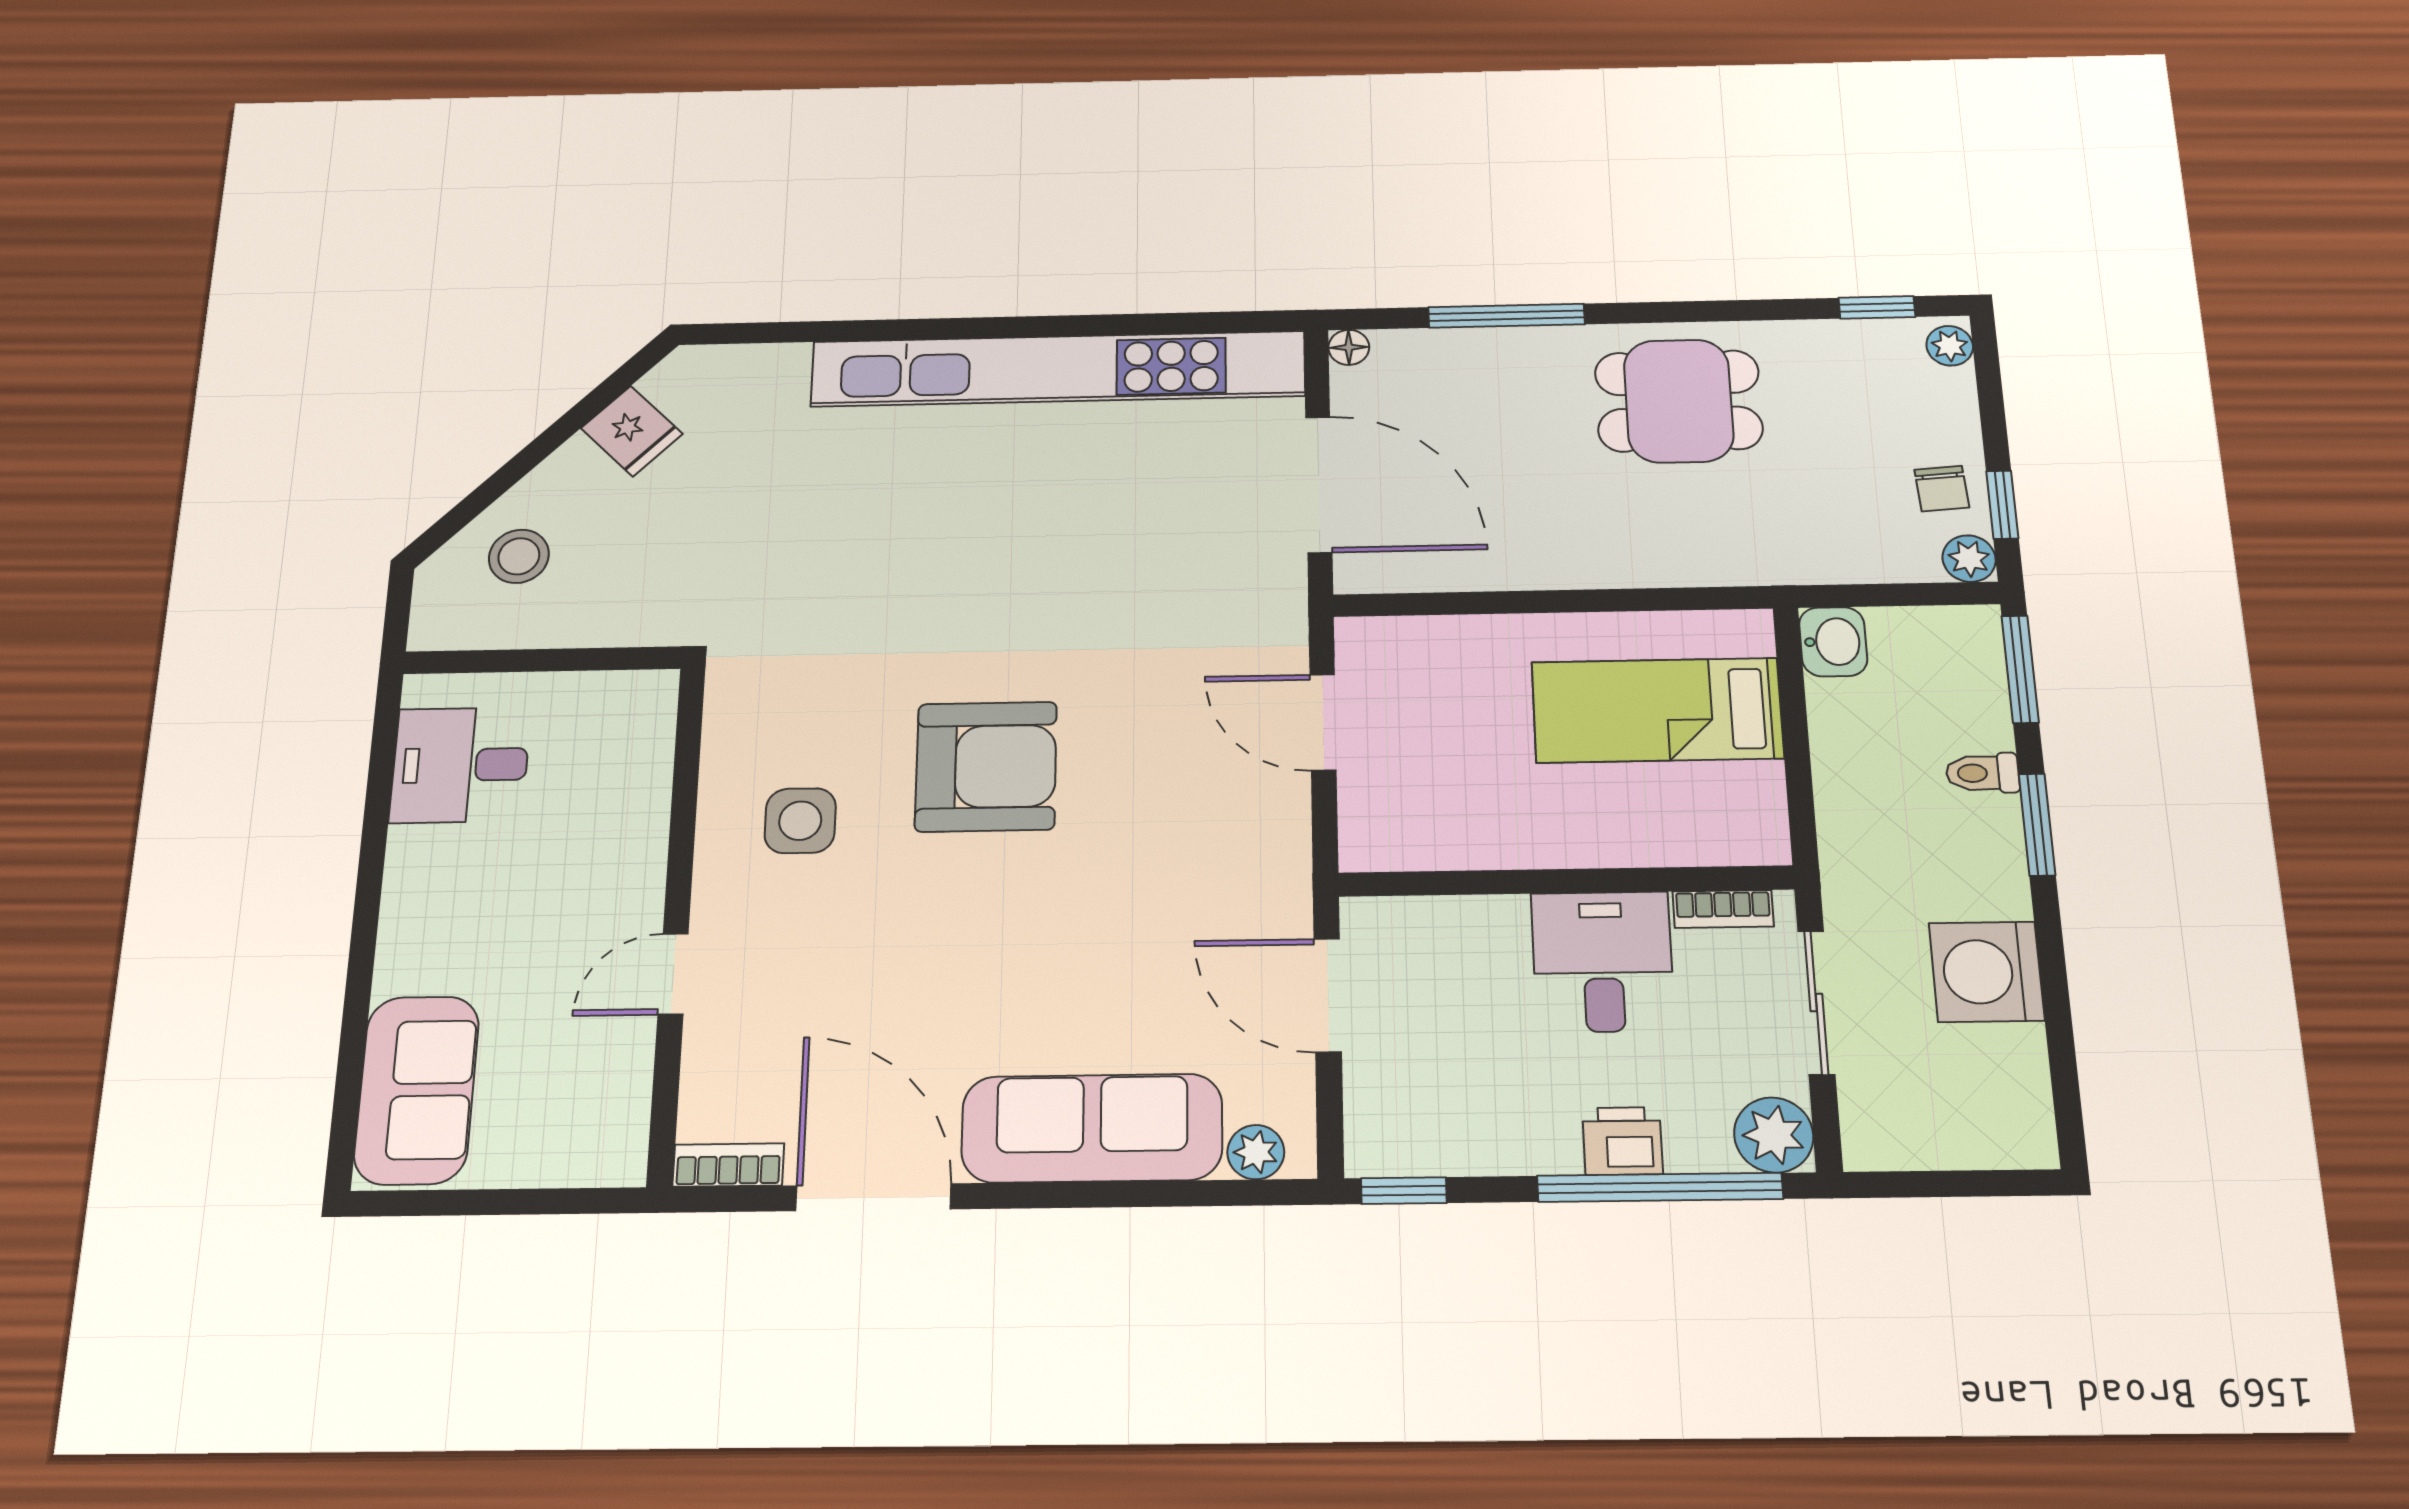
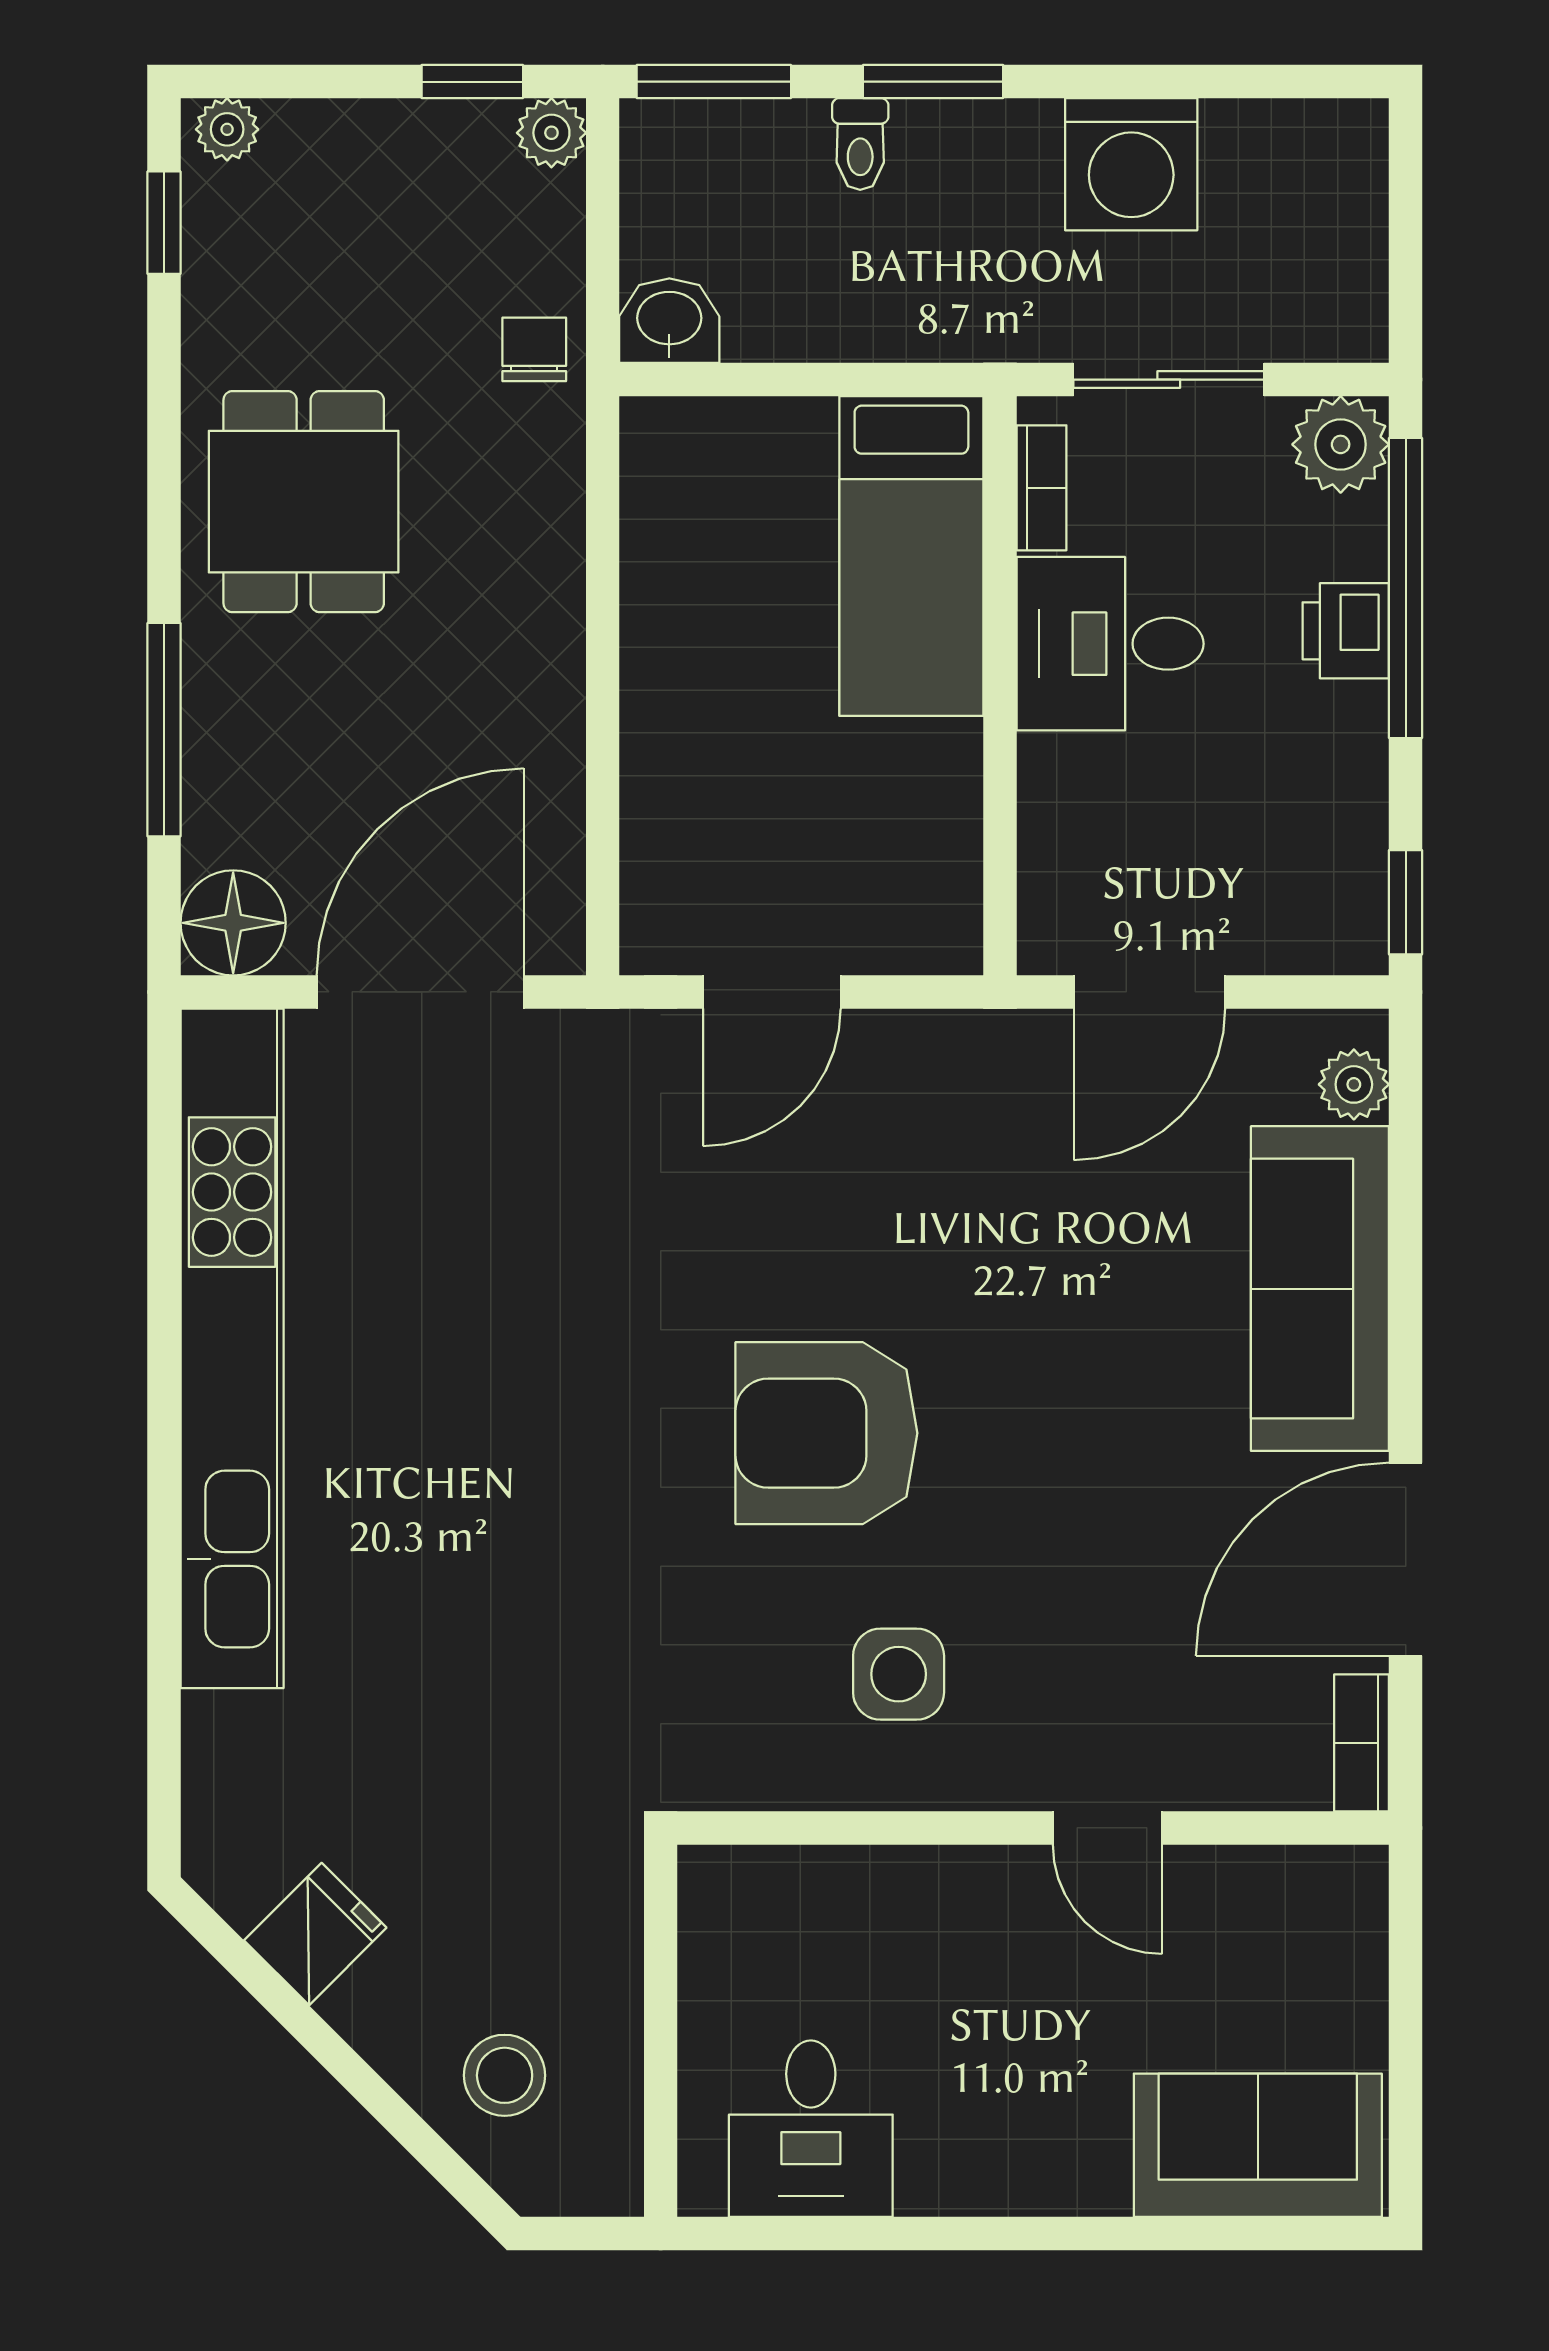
floor lamp: (1349, 347) -> (233, 923), width x1.89, depth x1.89
chair: (1942, 489) -> (534, 349), moved, turned -86
bed: (1657, 710) -> (911, 556), moved
armchair: (986, 767) -> (826, 1433), turned -90

